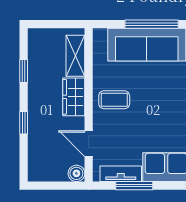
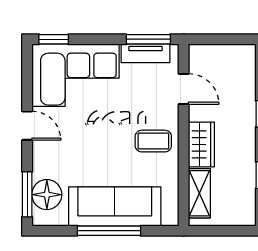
boiler: (76, 173) -> (198, 54), removed
window: (134, 186) -> (148, 39), moved

